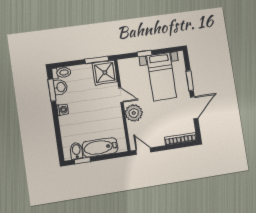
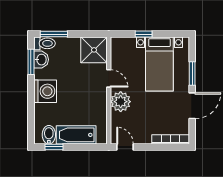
window: (97, 60) -> (54, 34), moved
washing machine: (63, 110) -> (45, 91), width x1.89, depth x1.89

